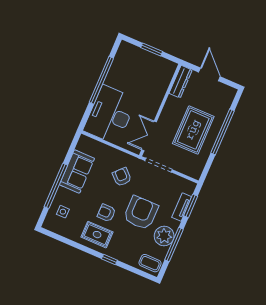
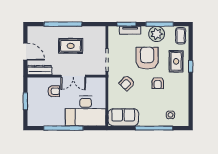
door: (209, 74) -> (25, 52), swing flipped
armchair: (149, 88) -> (54, 91), added
rug: (193, 130) -> (71, 46), width x0.73, depth x0.70
double door: (149, 136) -> (73, 76), moved
sofa: (77, 171) -> (123, 117), moved
armchair: (141, 213) -> (147, 58), turned 90
rug: (97, 235) -> (176, 61), moved

